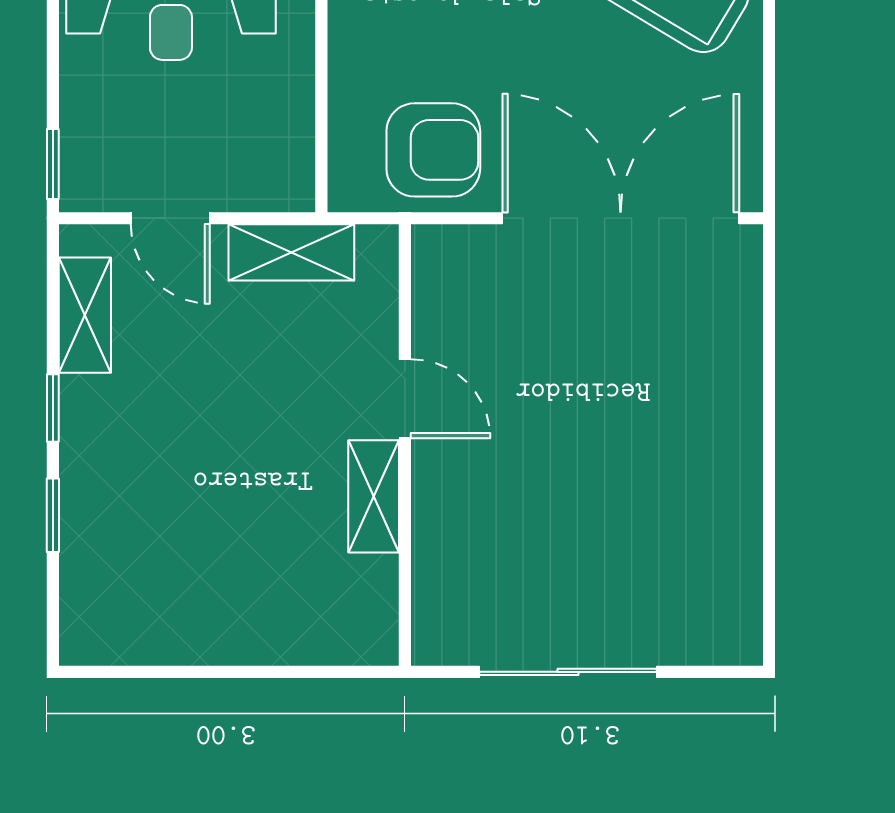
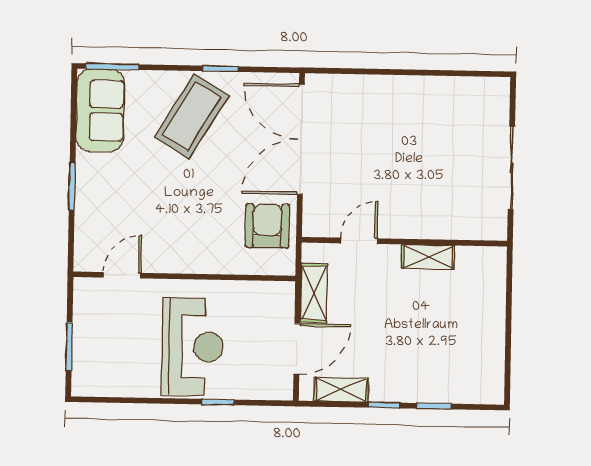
window: (769, 42) -> (220, 69), added
window: (53, 164) -> (218, 402), moved
door: (170, 218) -> (297, 349), width x1.38
door: (405, 399) -> (359, 241), moved

